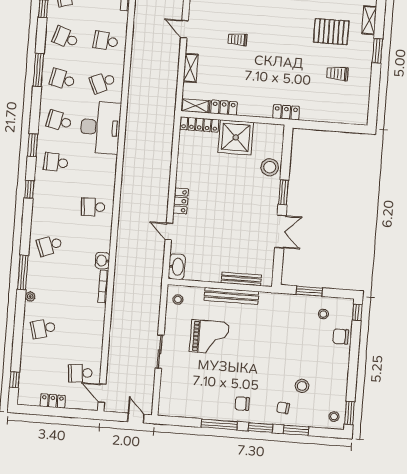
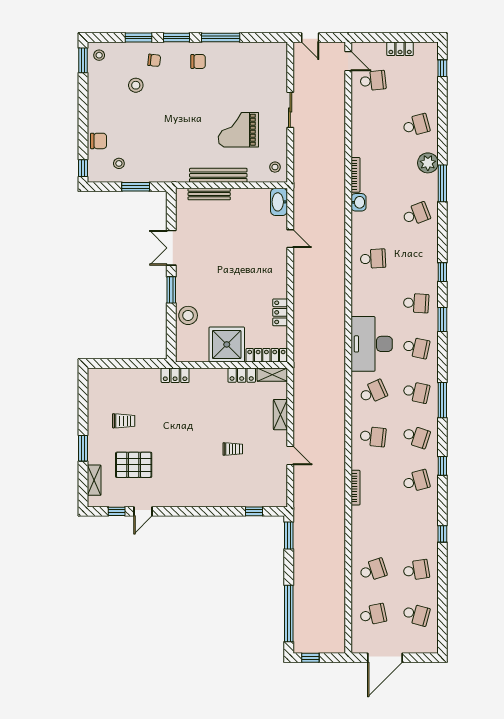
locker: (181, 201) -> (280, 312), moved
plant: (30, 296) -> (428, 163), width x1.88, depth x1.88

